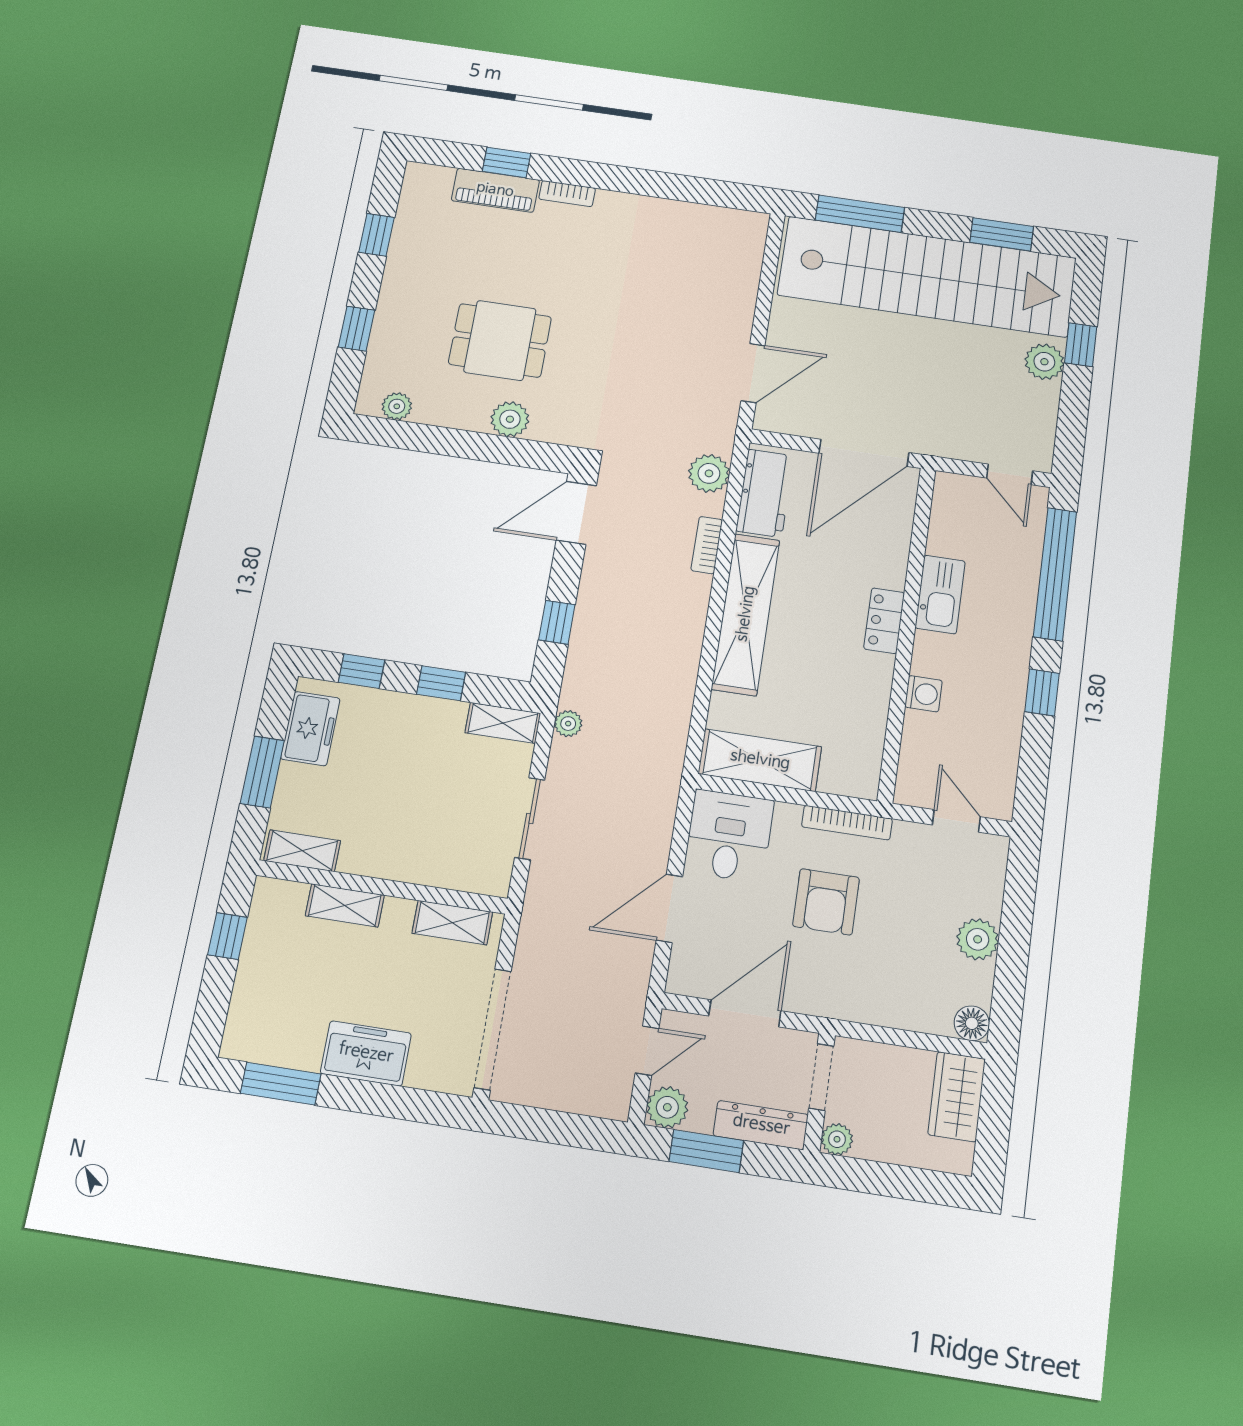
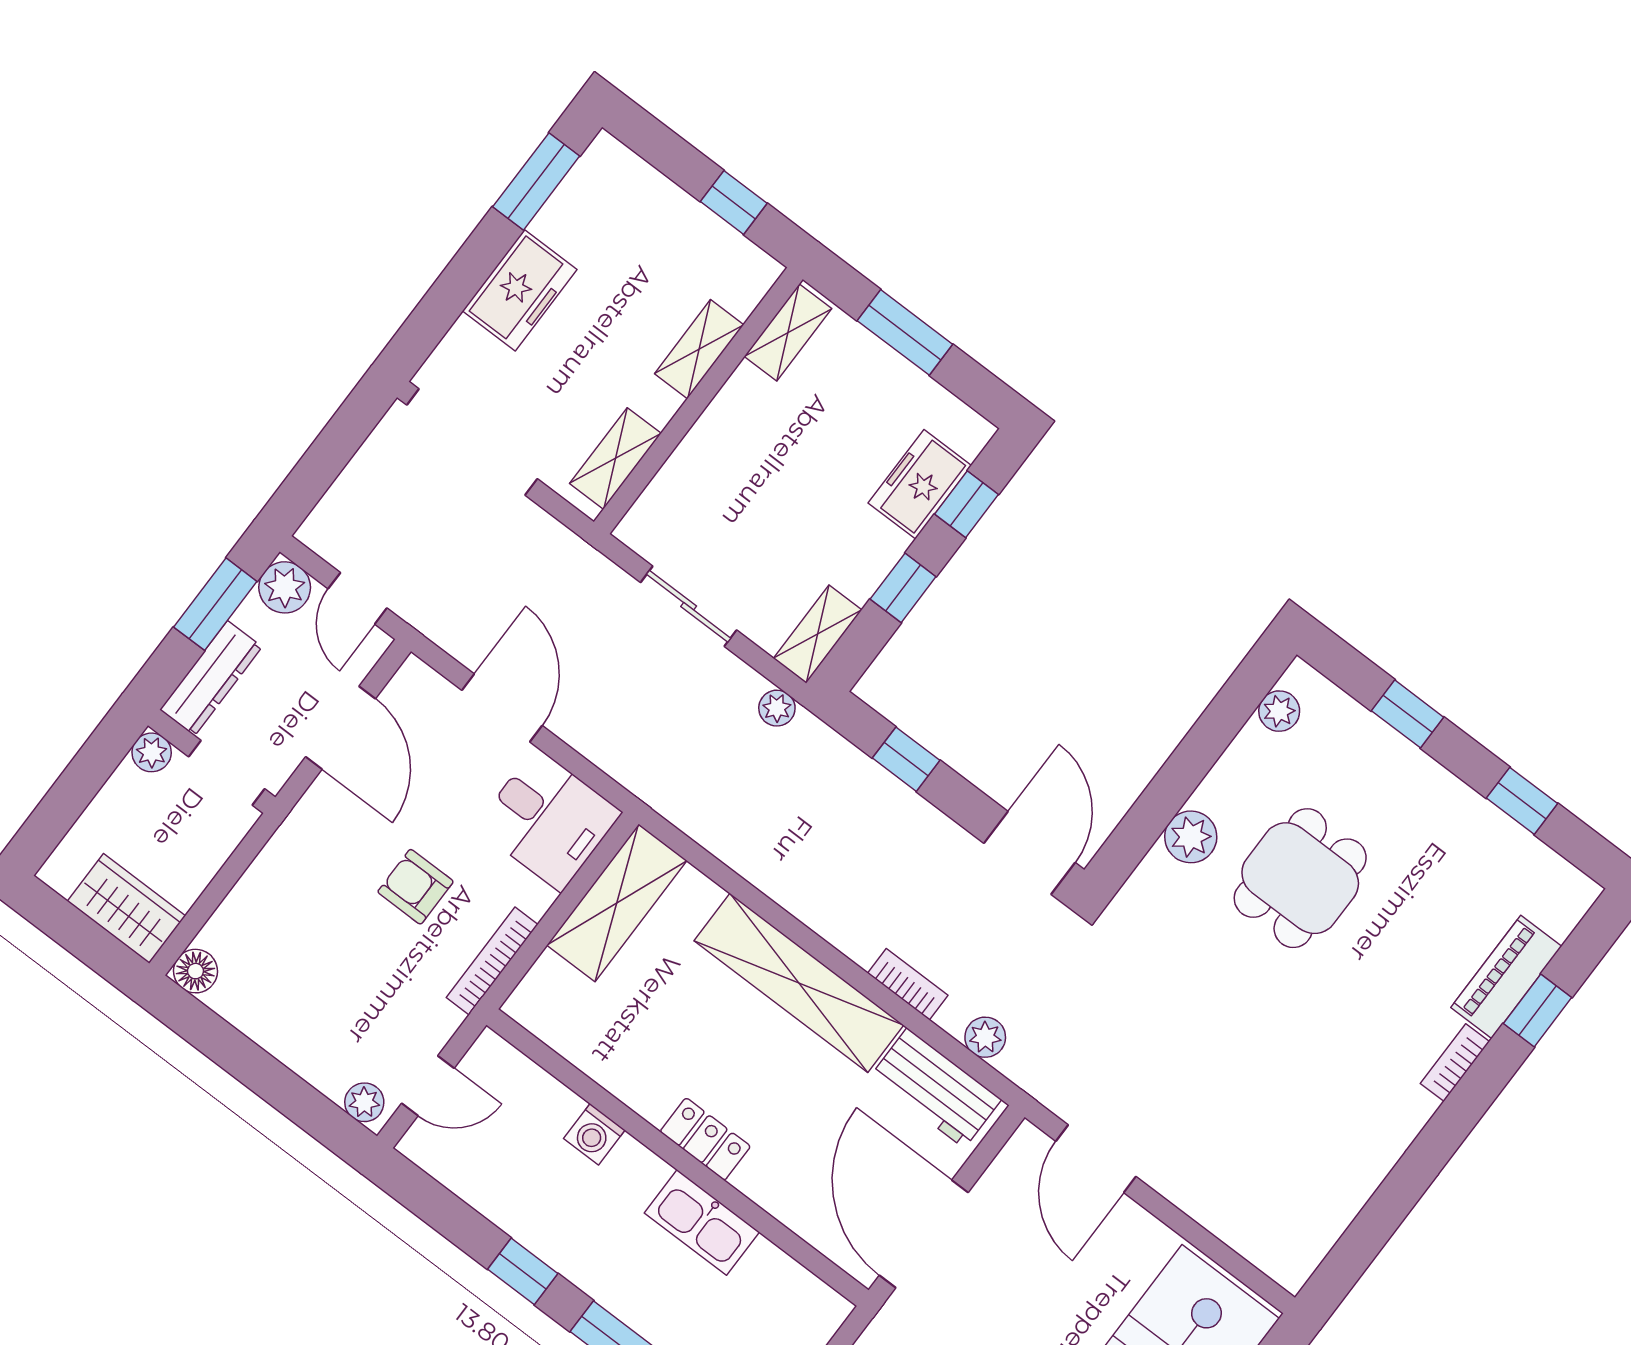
plant: (709, 473) -> (985, 1037), width x0.73, depth x0.73
freezer: (310, 729) -> (920, 484), moved, turned 90
armchair: (826, 902) -> (415, 887), width x0.72, depth x0.72
plant: (978, 939) -> (364, 1102), moved, width x0.73, depth x0.73

